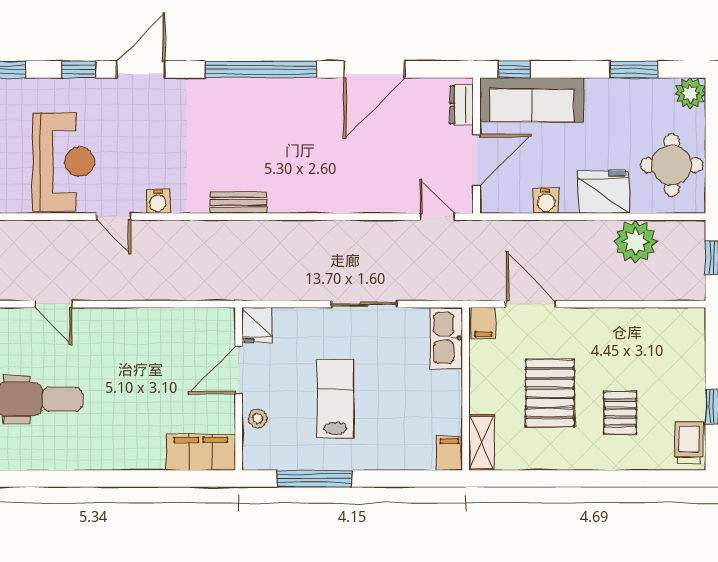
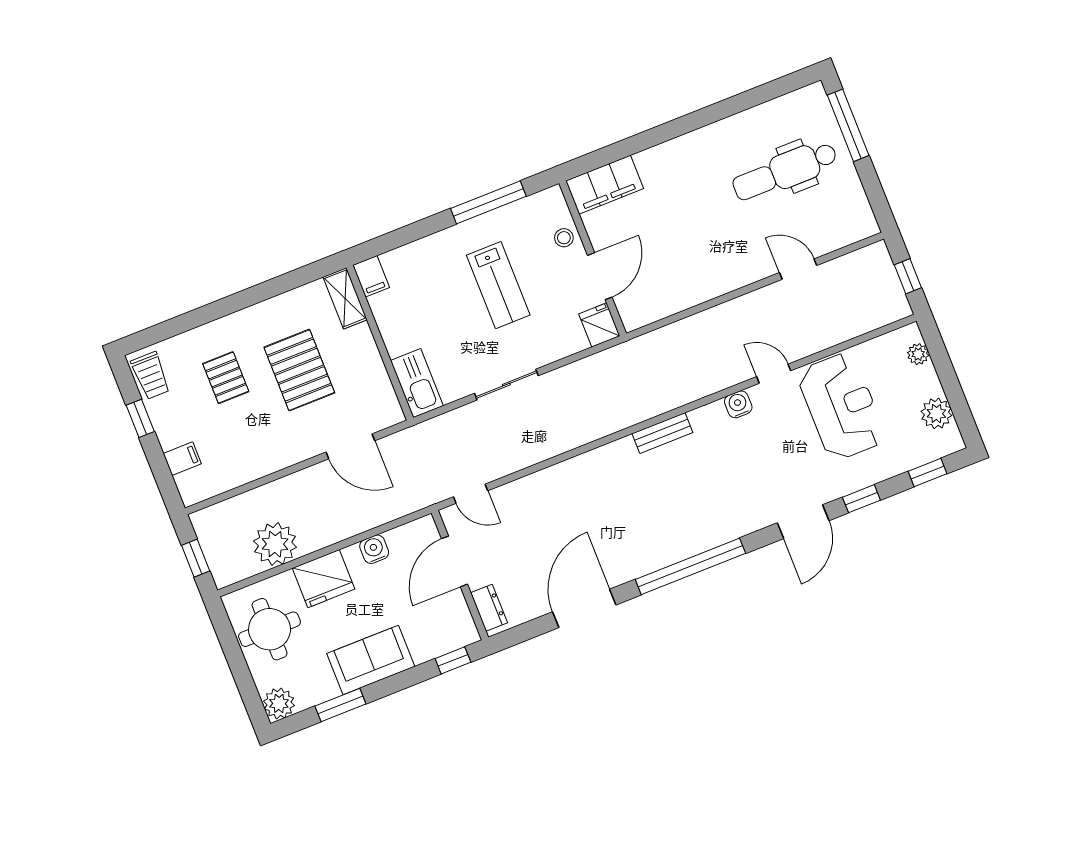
sofa: (532, 100) -> (371, 660), moved, width x0.73
reception desk: (63, 162) -> (841, 406), turned 180
filing cabinet: (484, 323) -> (182, 459), moved, turned 90

